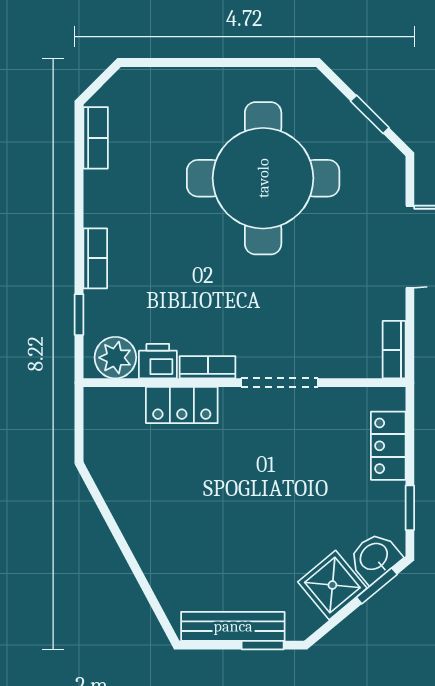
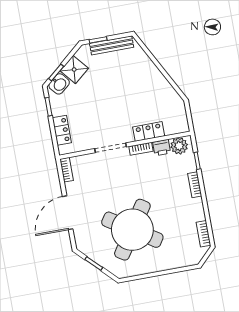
round table: (263, 178) -> (132, 230), turned 33

